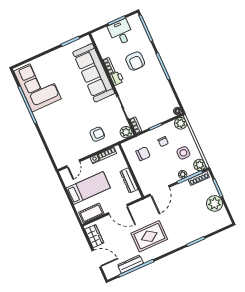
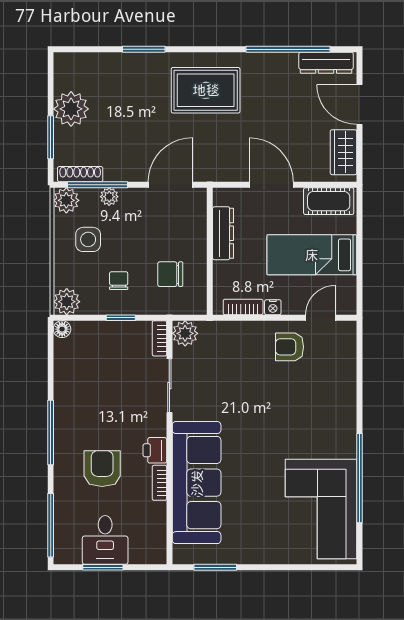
armchair: (97, 134) -> (290, 347), moved
rug: (149, 236) -> (206, 90), moved
dresser: (130, 264) -> (326, 63), moved

